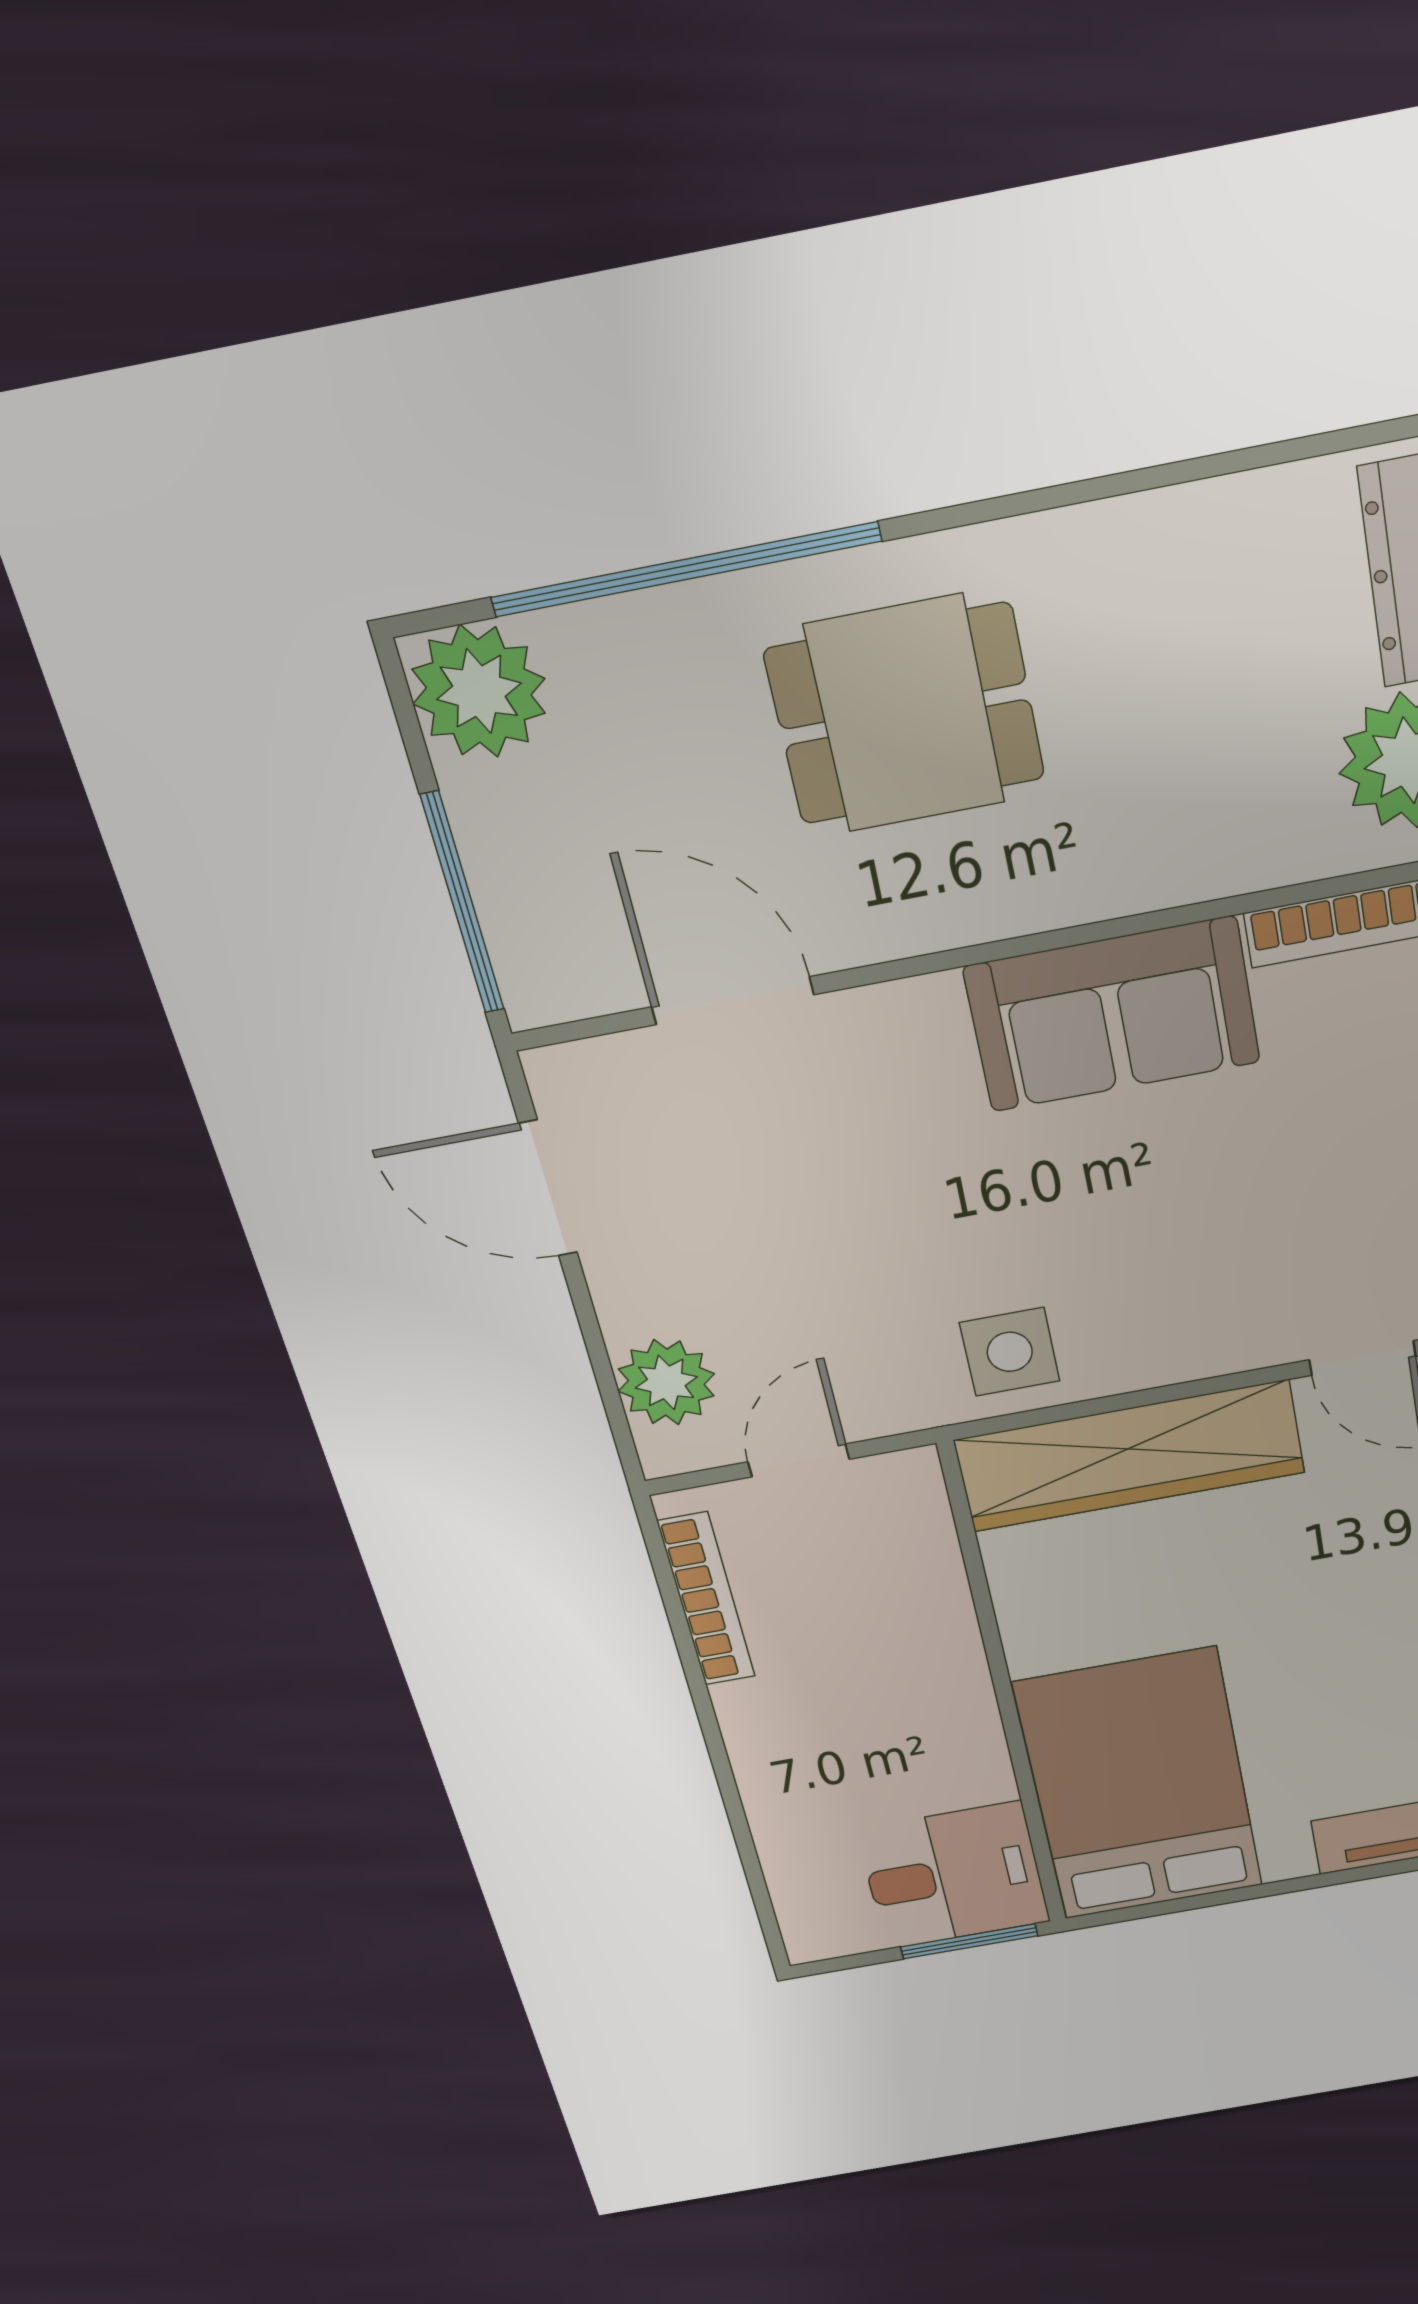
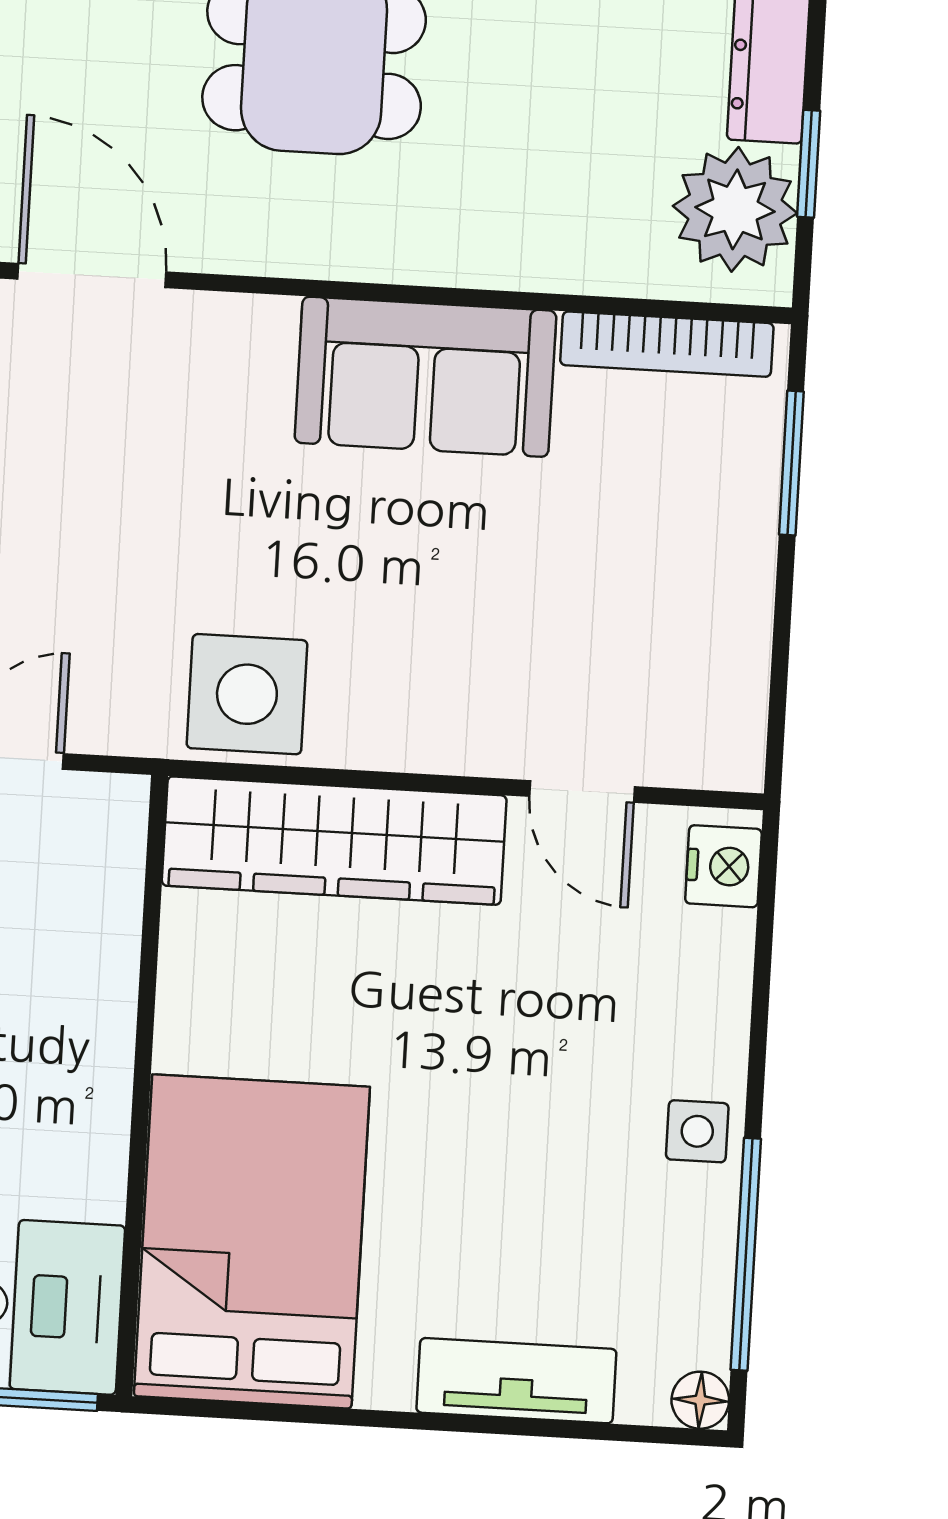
side table: (1010, 1352) -> (247, 694), width x1.37, depth x1.37

